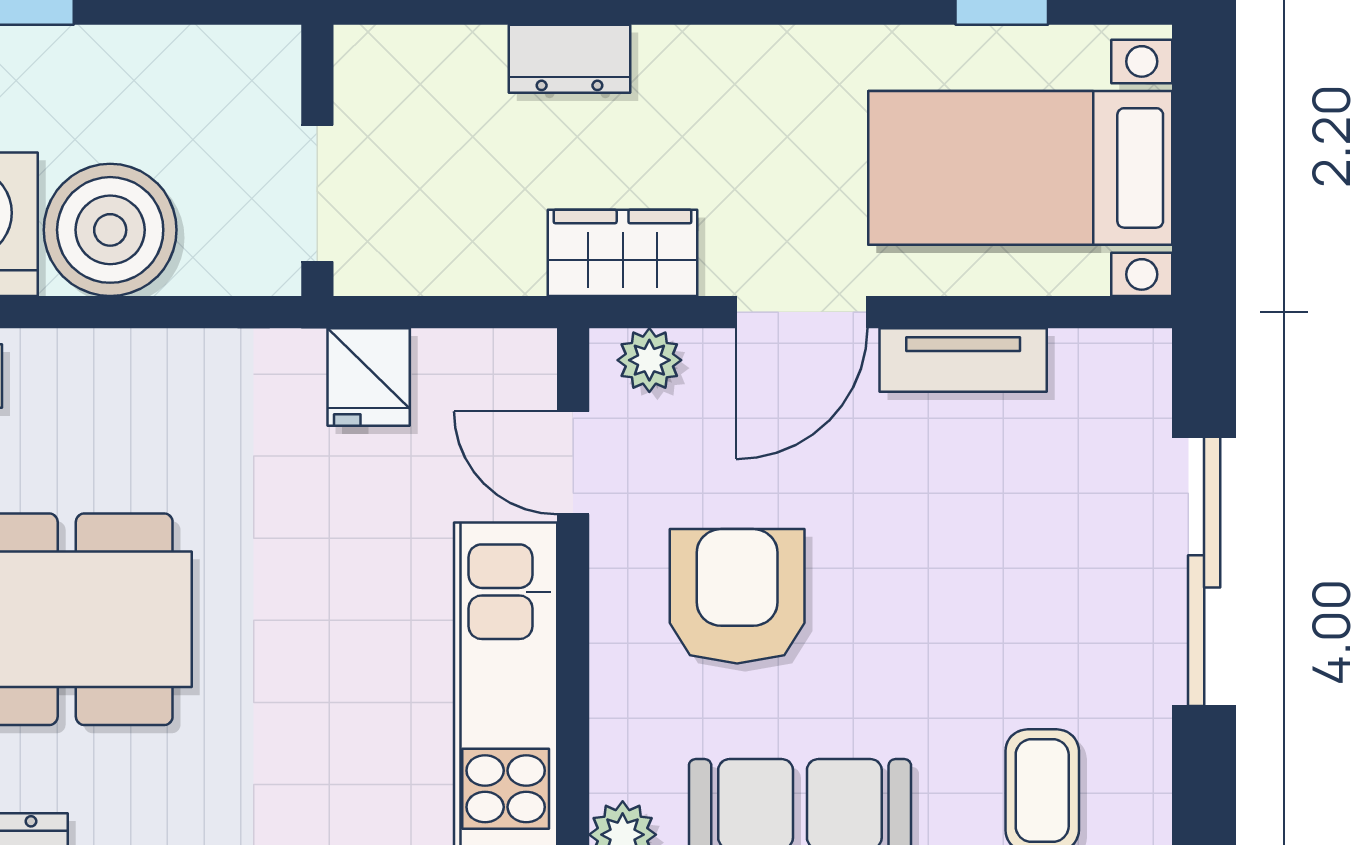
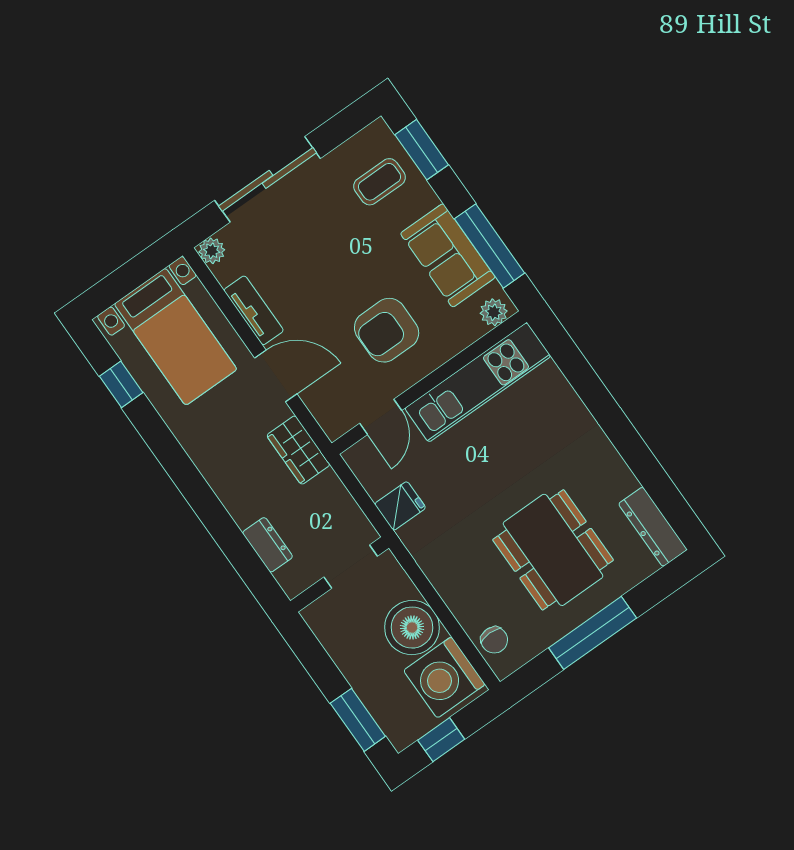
dresser: (569, 59) -> (268, 545), moved
plant: (649, 360) -> (212, 251), moved

